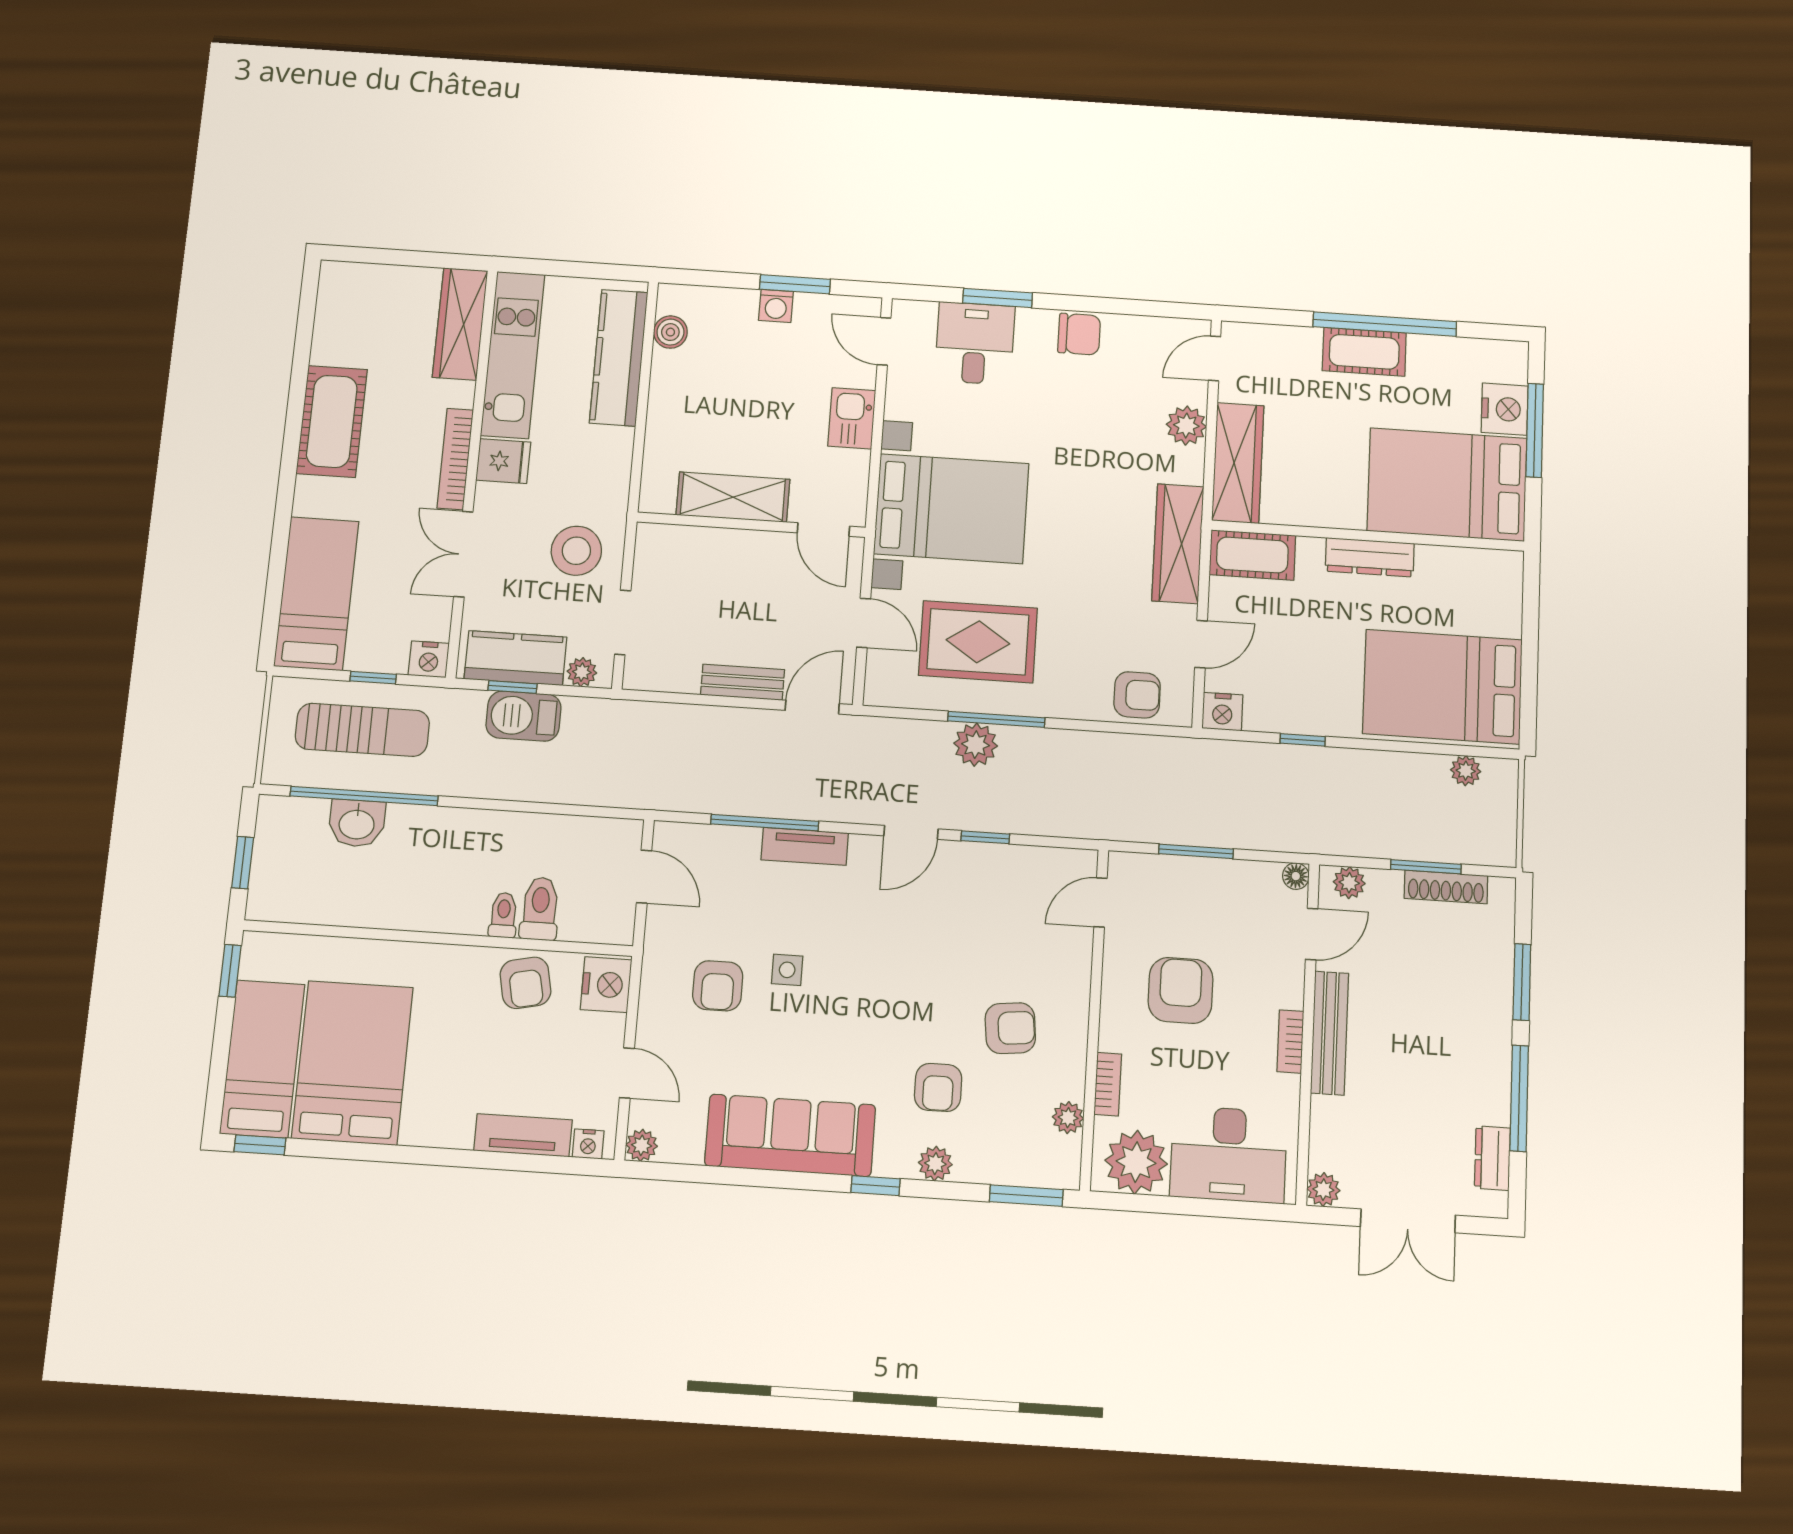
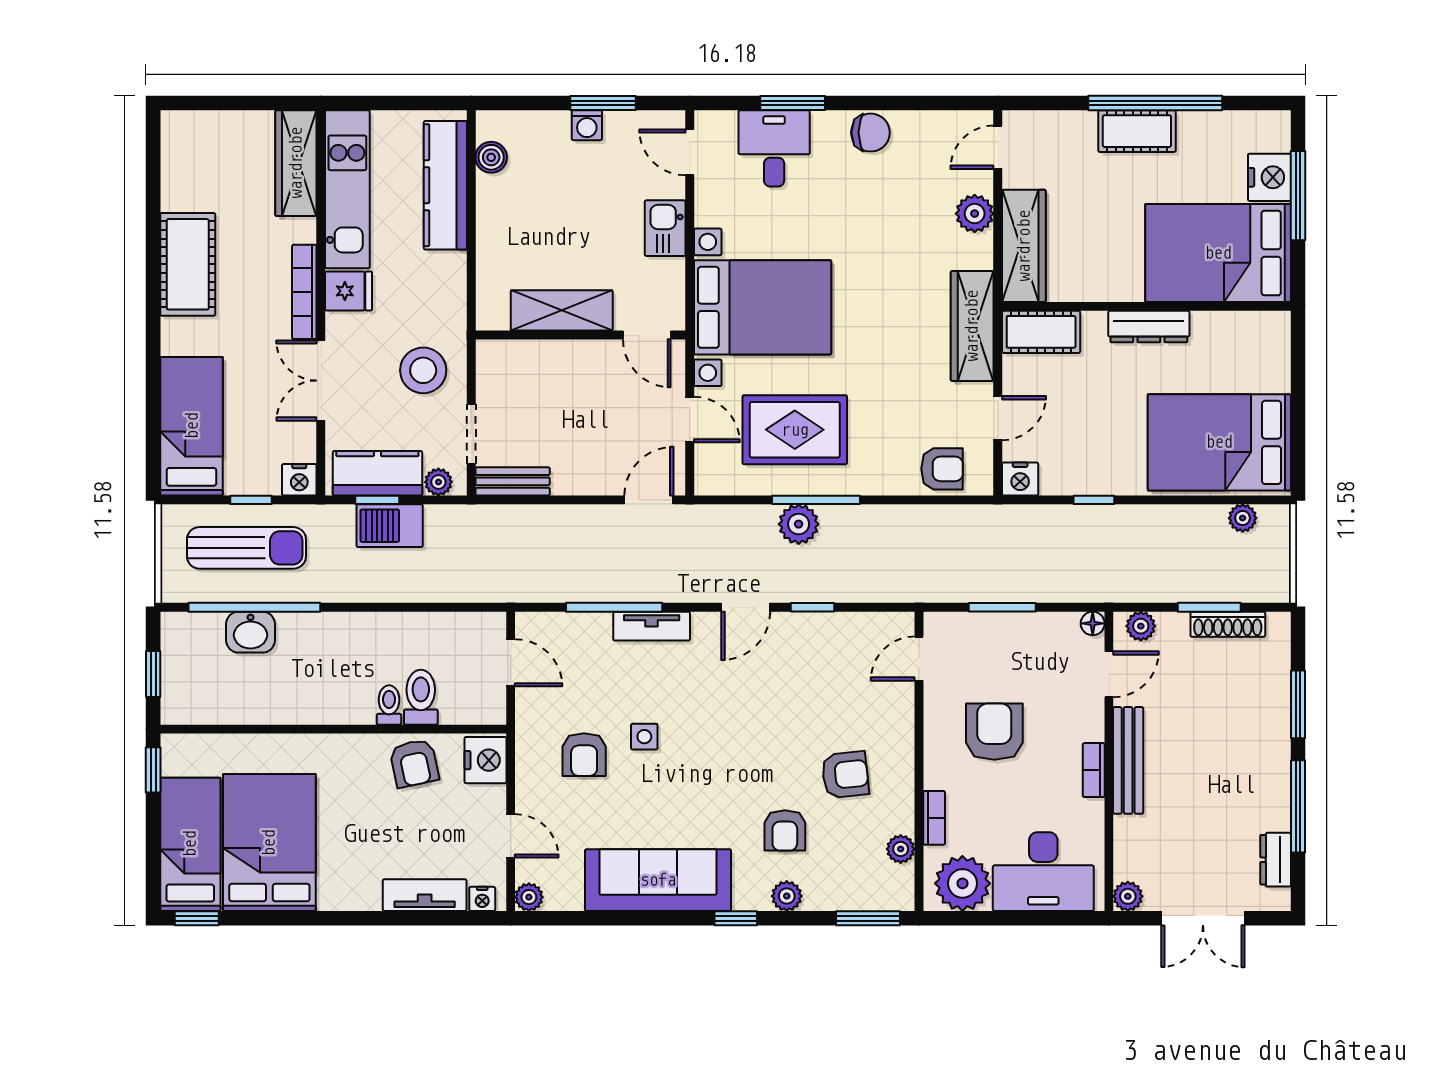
bench: (743, 682) -> (513, 481), moved

